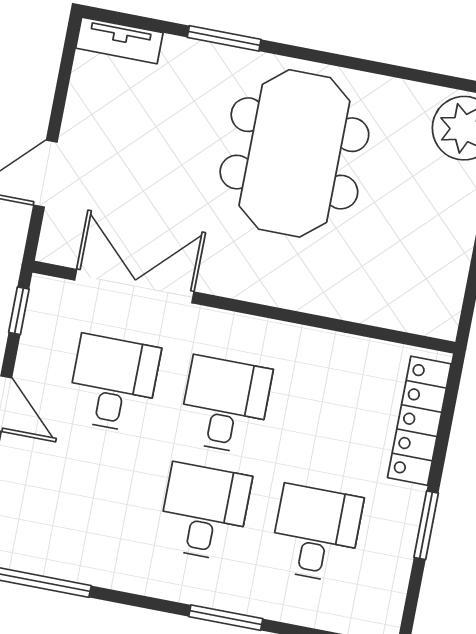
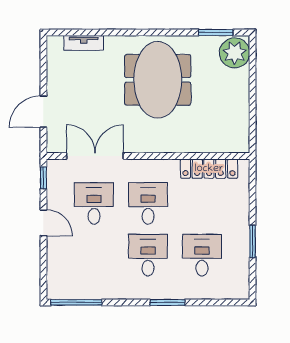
window: (224, 38) -> (216, 32), moved
tv unit: (119, 40) -> (84, 43), moved
locker: (419, 421) -> (209, 169), moved, turned -90

